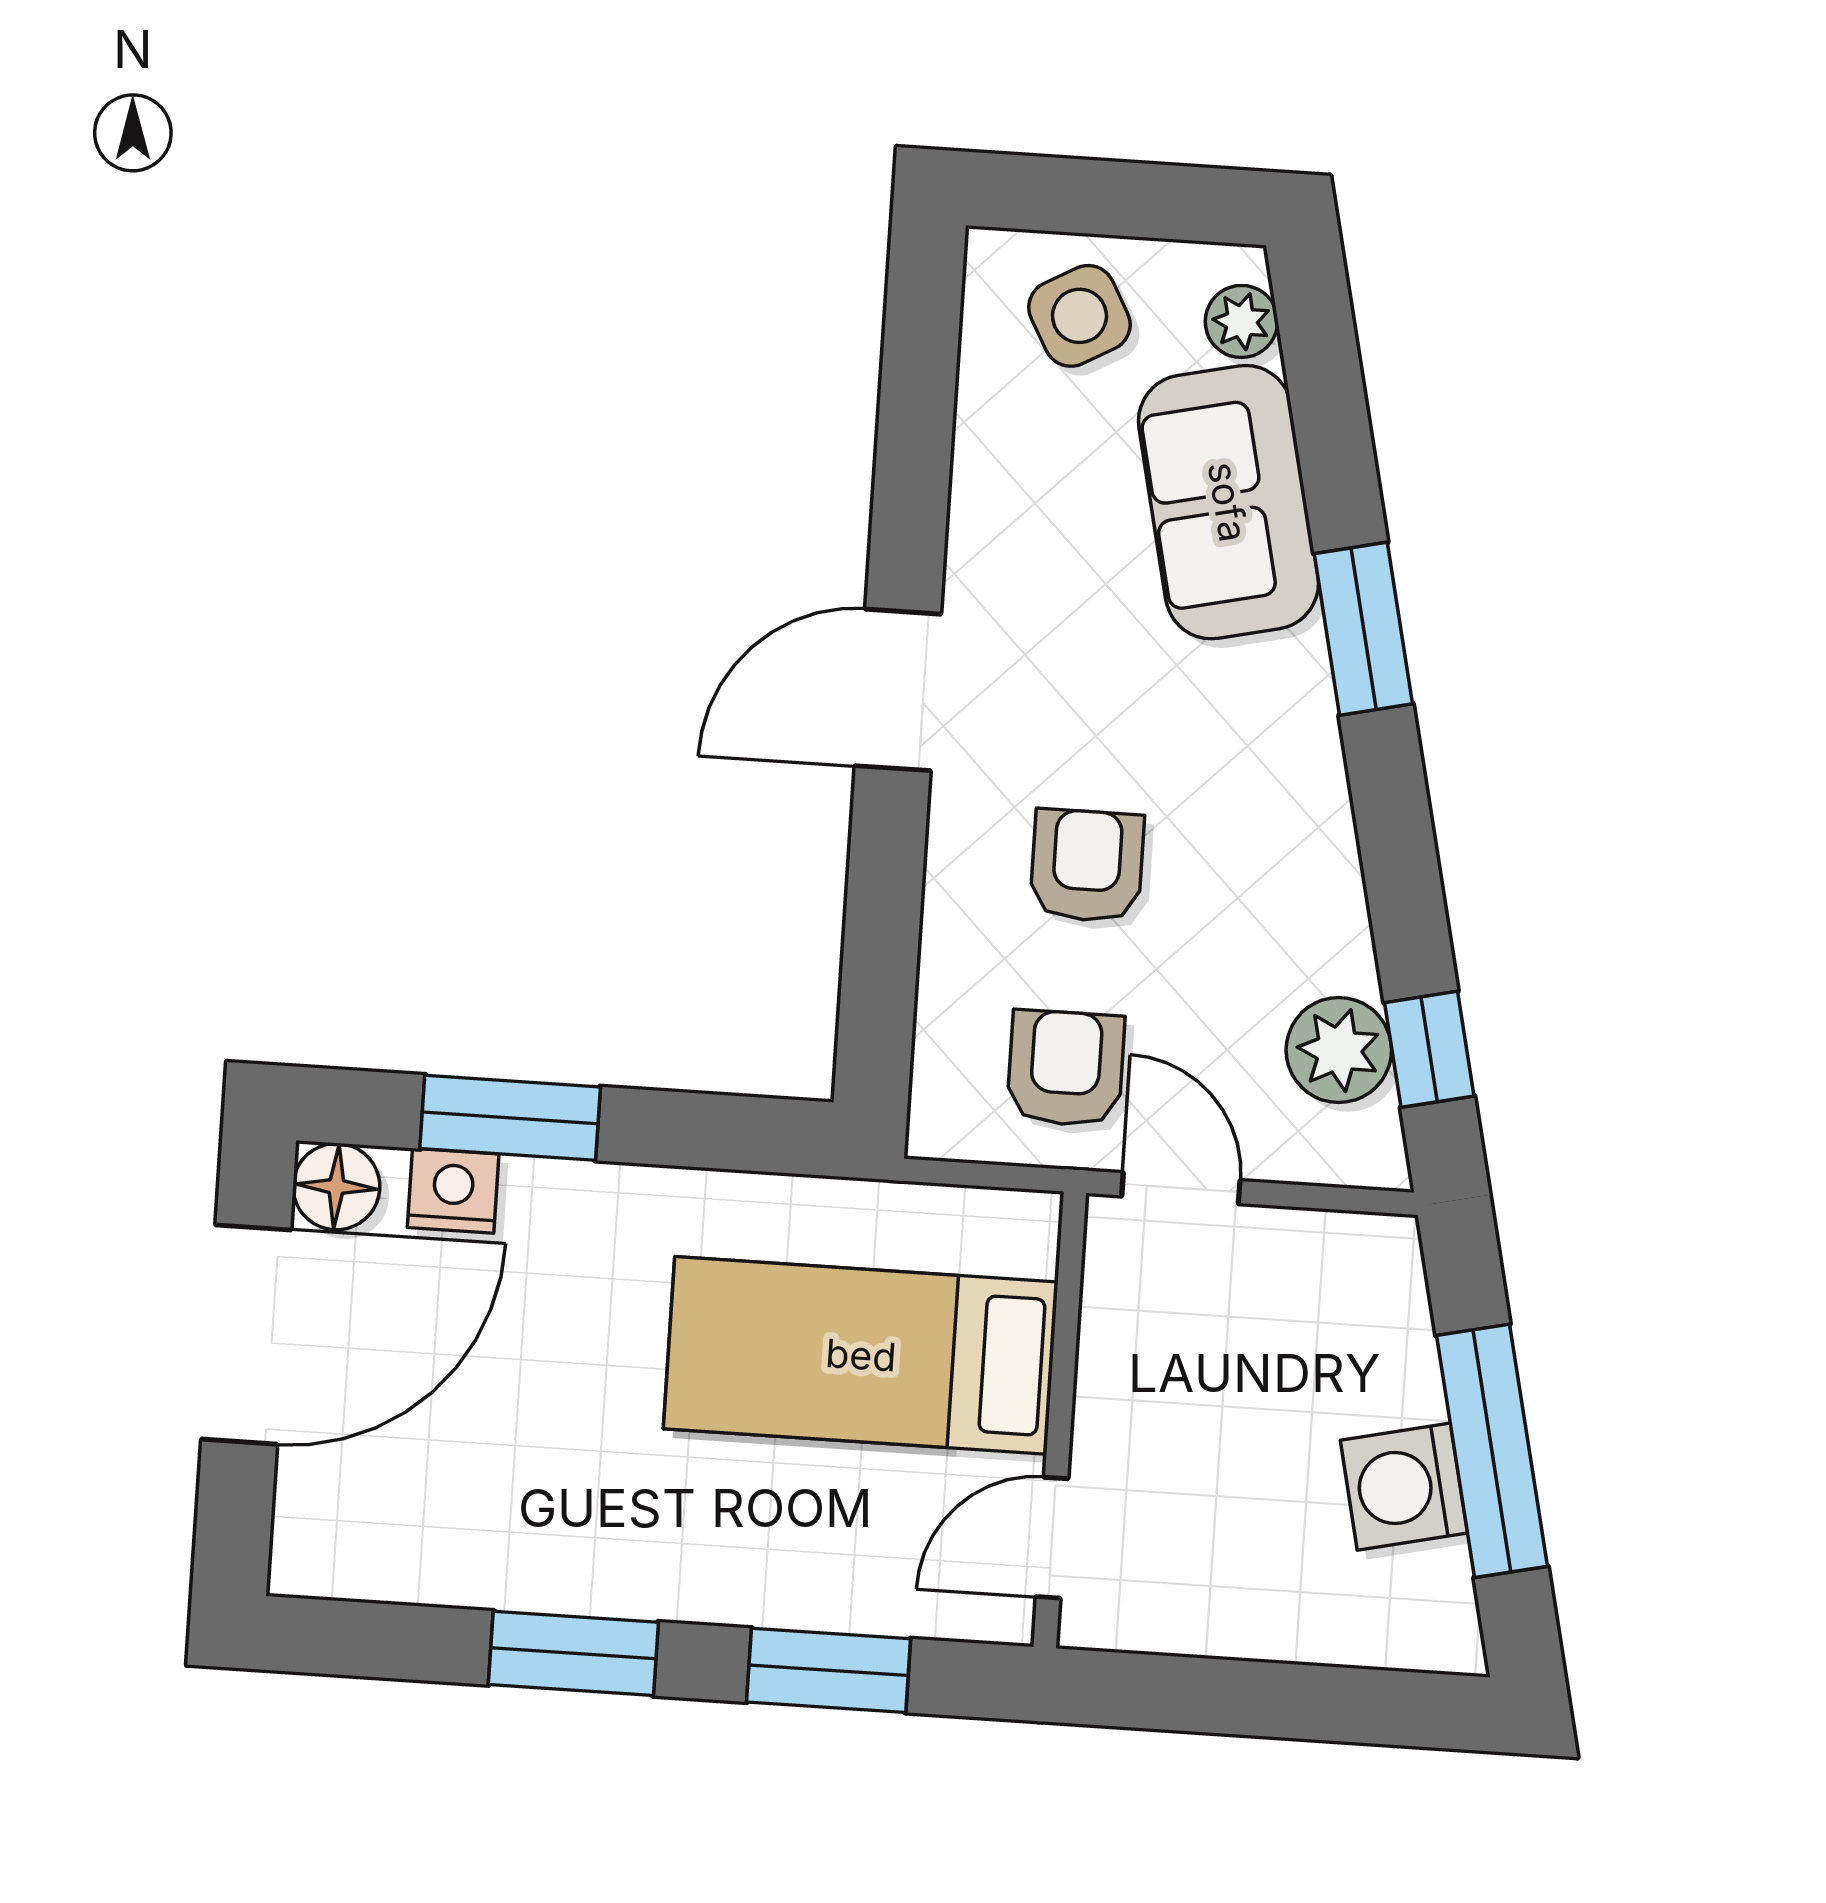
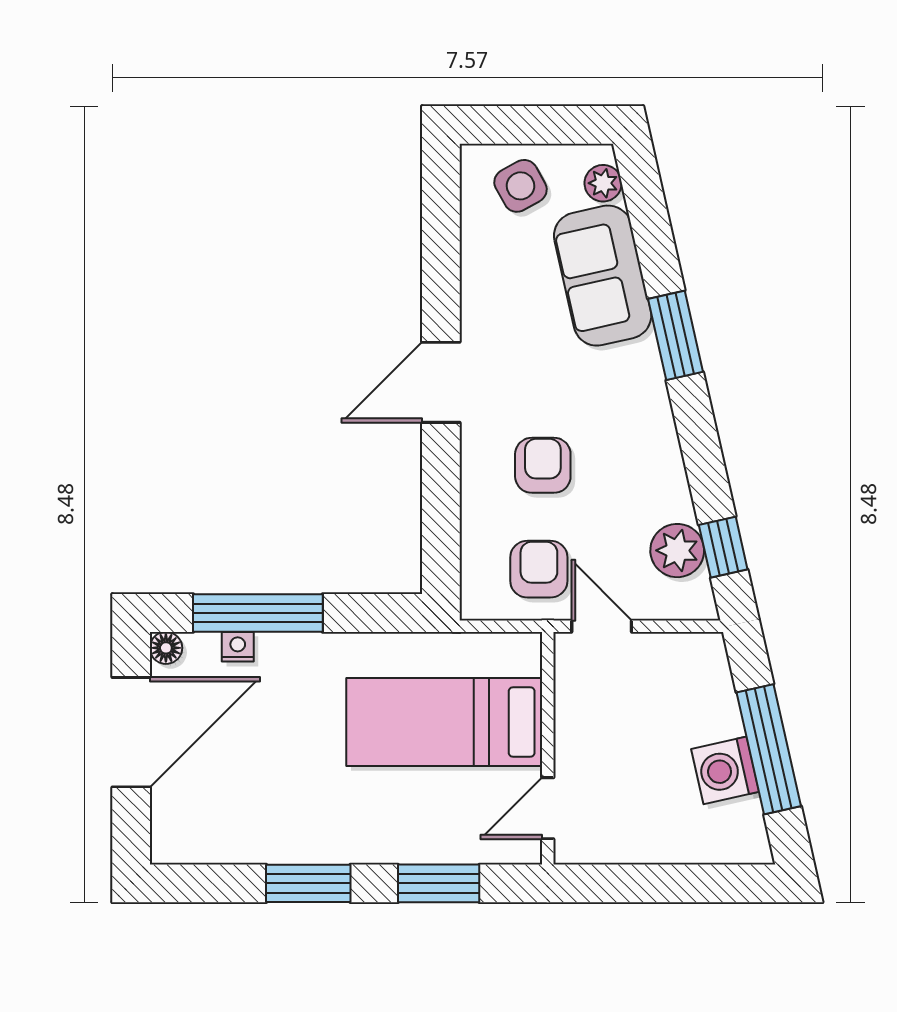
window: (510, 1118) -> (258, 613), width x1.44
floor lamp: (336, 1187) -> (166, 648), width x0.73, depth x0.73
nightstand: (453, 1191) -> (238, 647), width x0.72, depth x0.74

